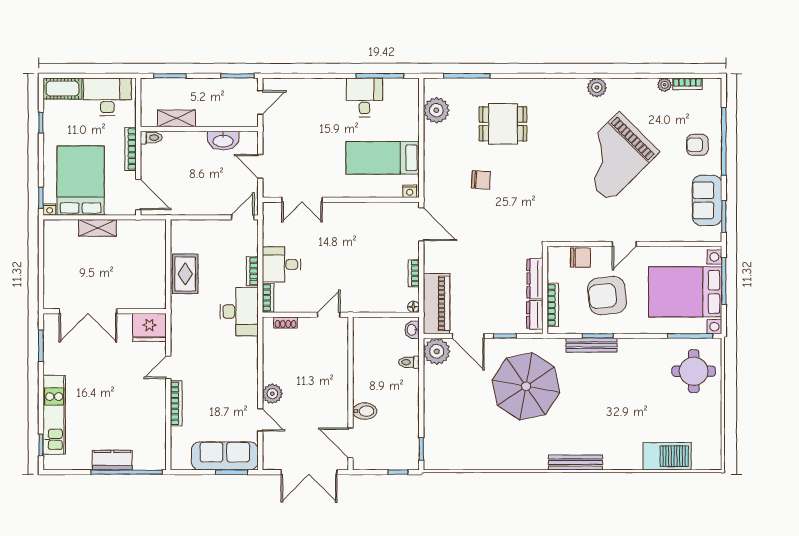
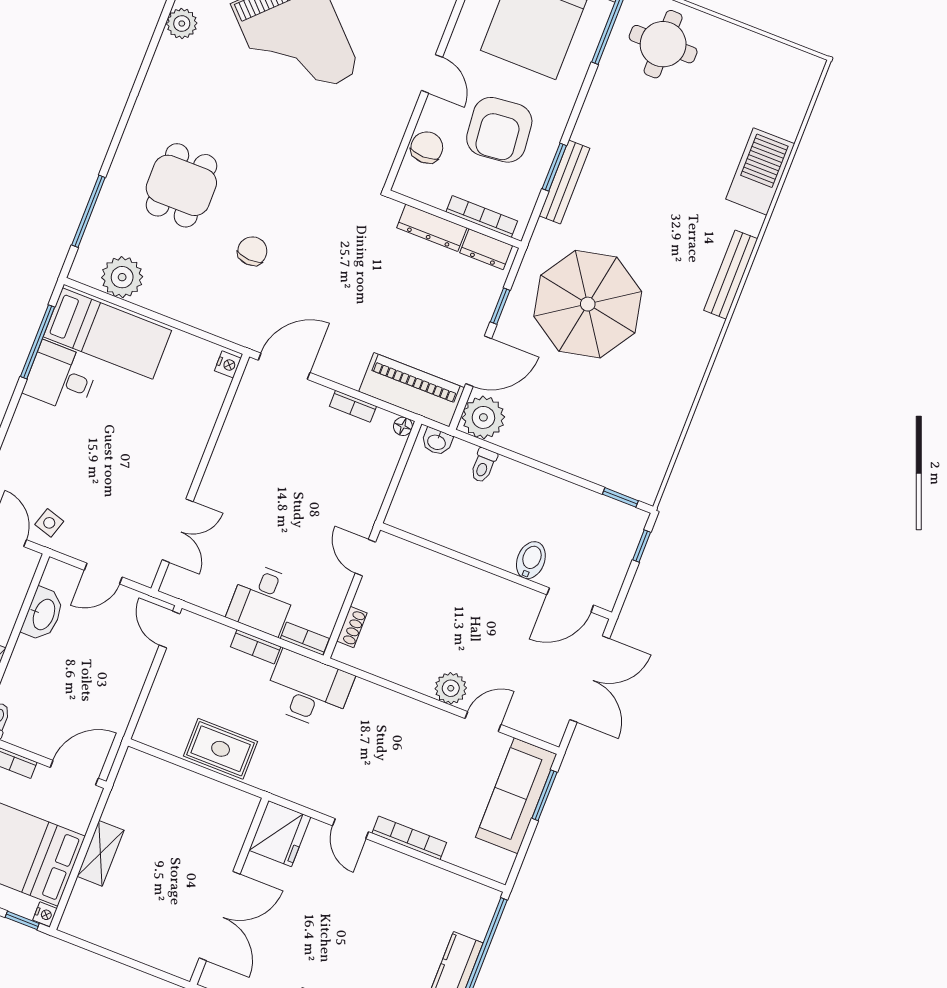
side table: (277, 124) -> (49, 523), added
bed: (383, 158) -> (107, 334), moved, turned -90
barbecue: (667, 456) -> (760, 171), moved

